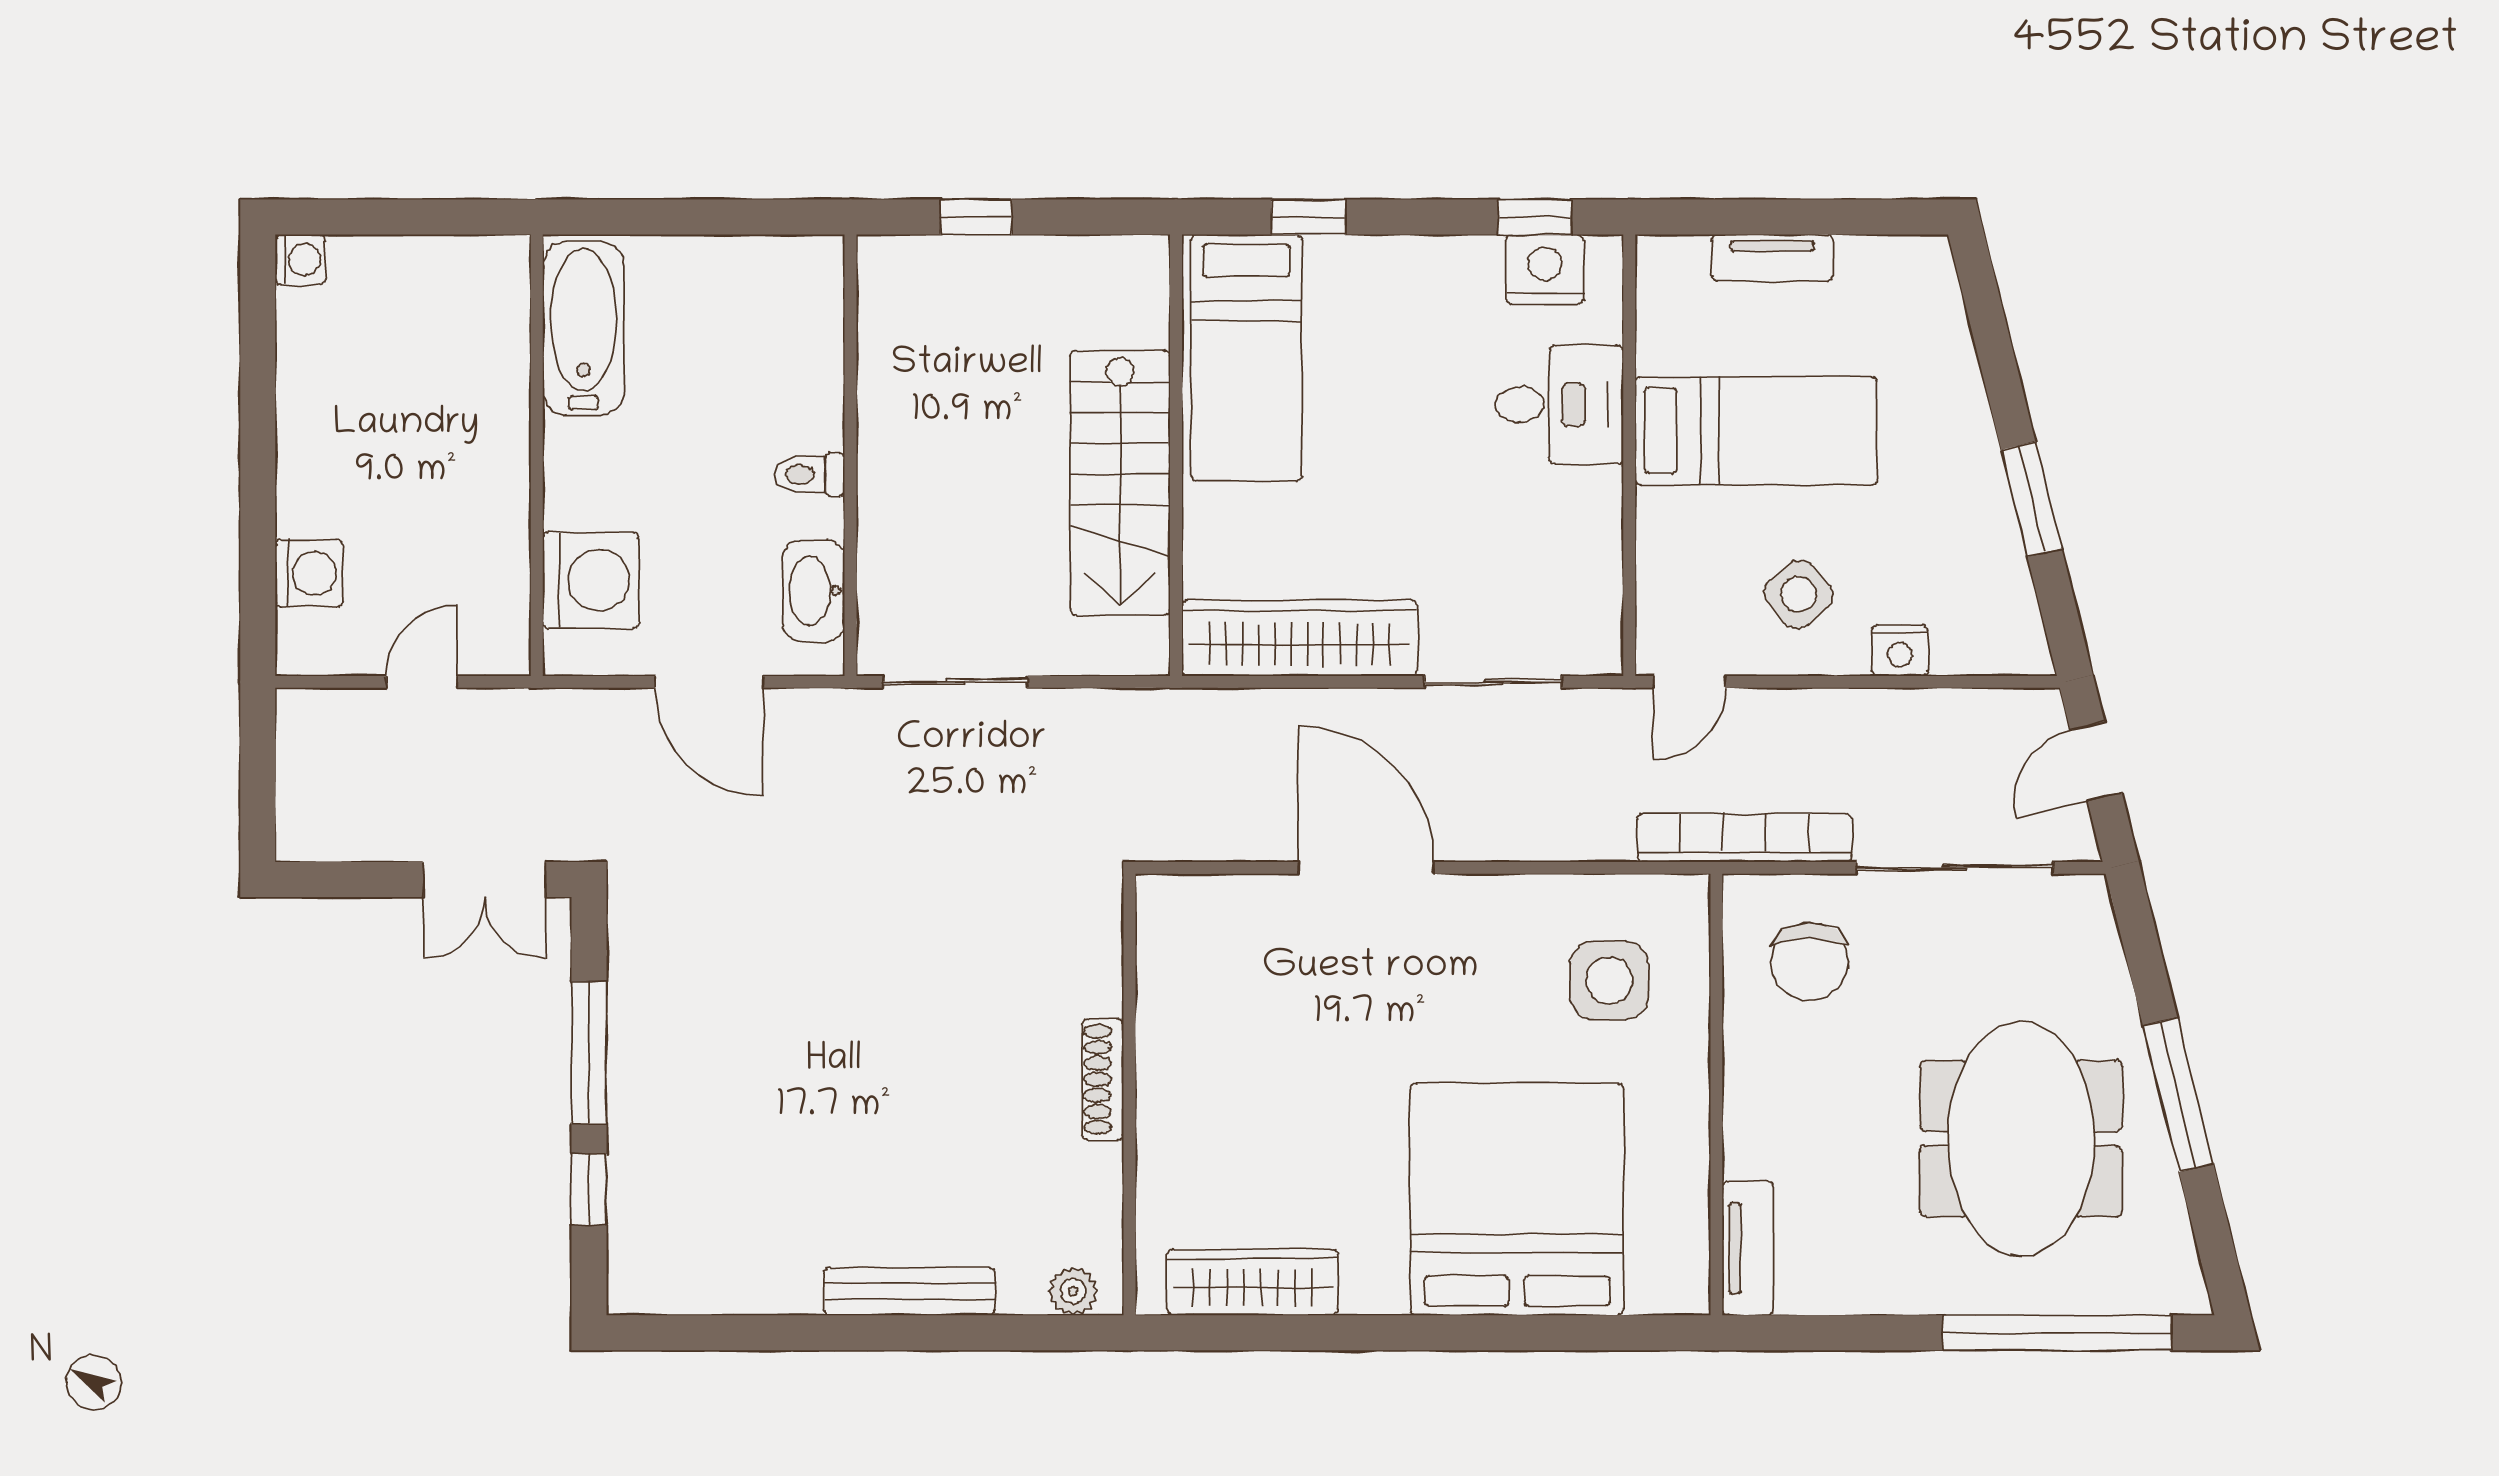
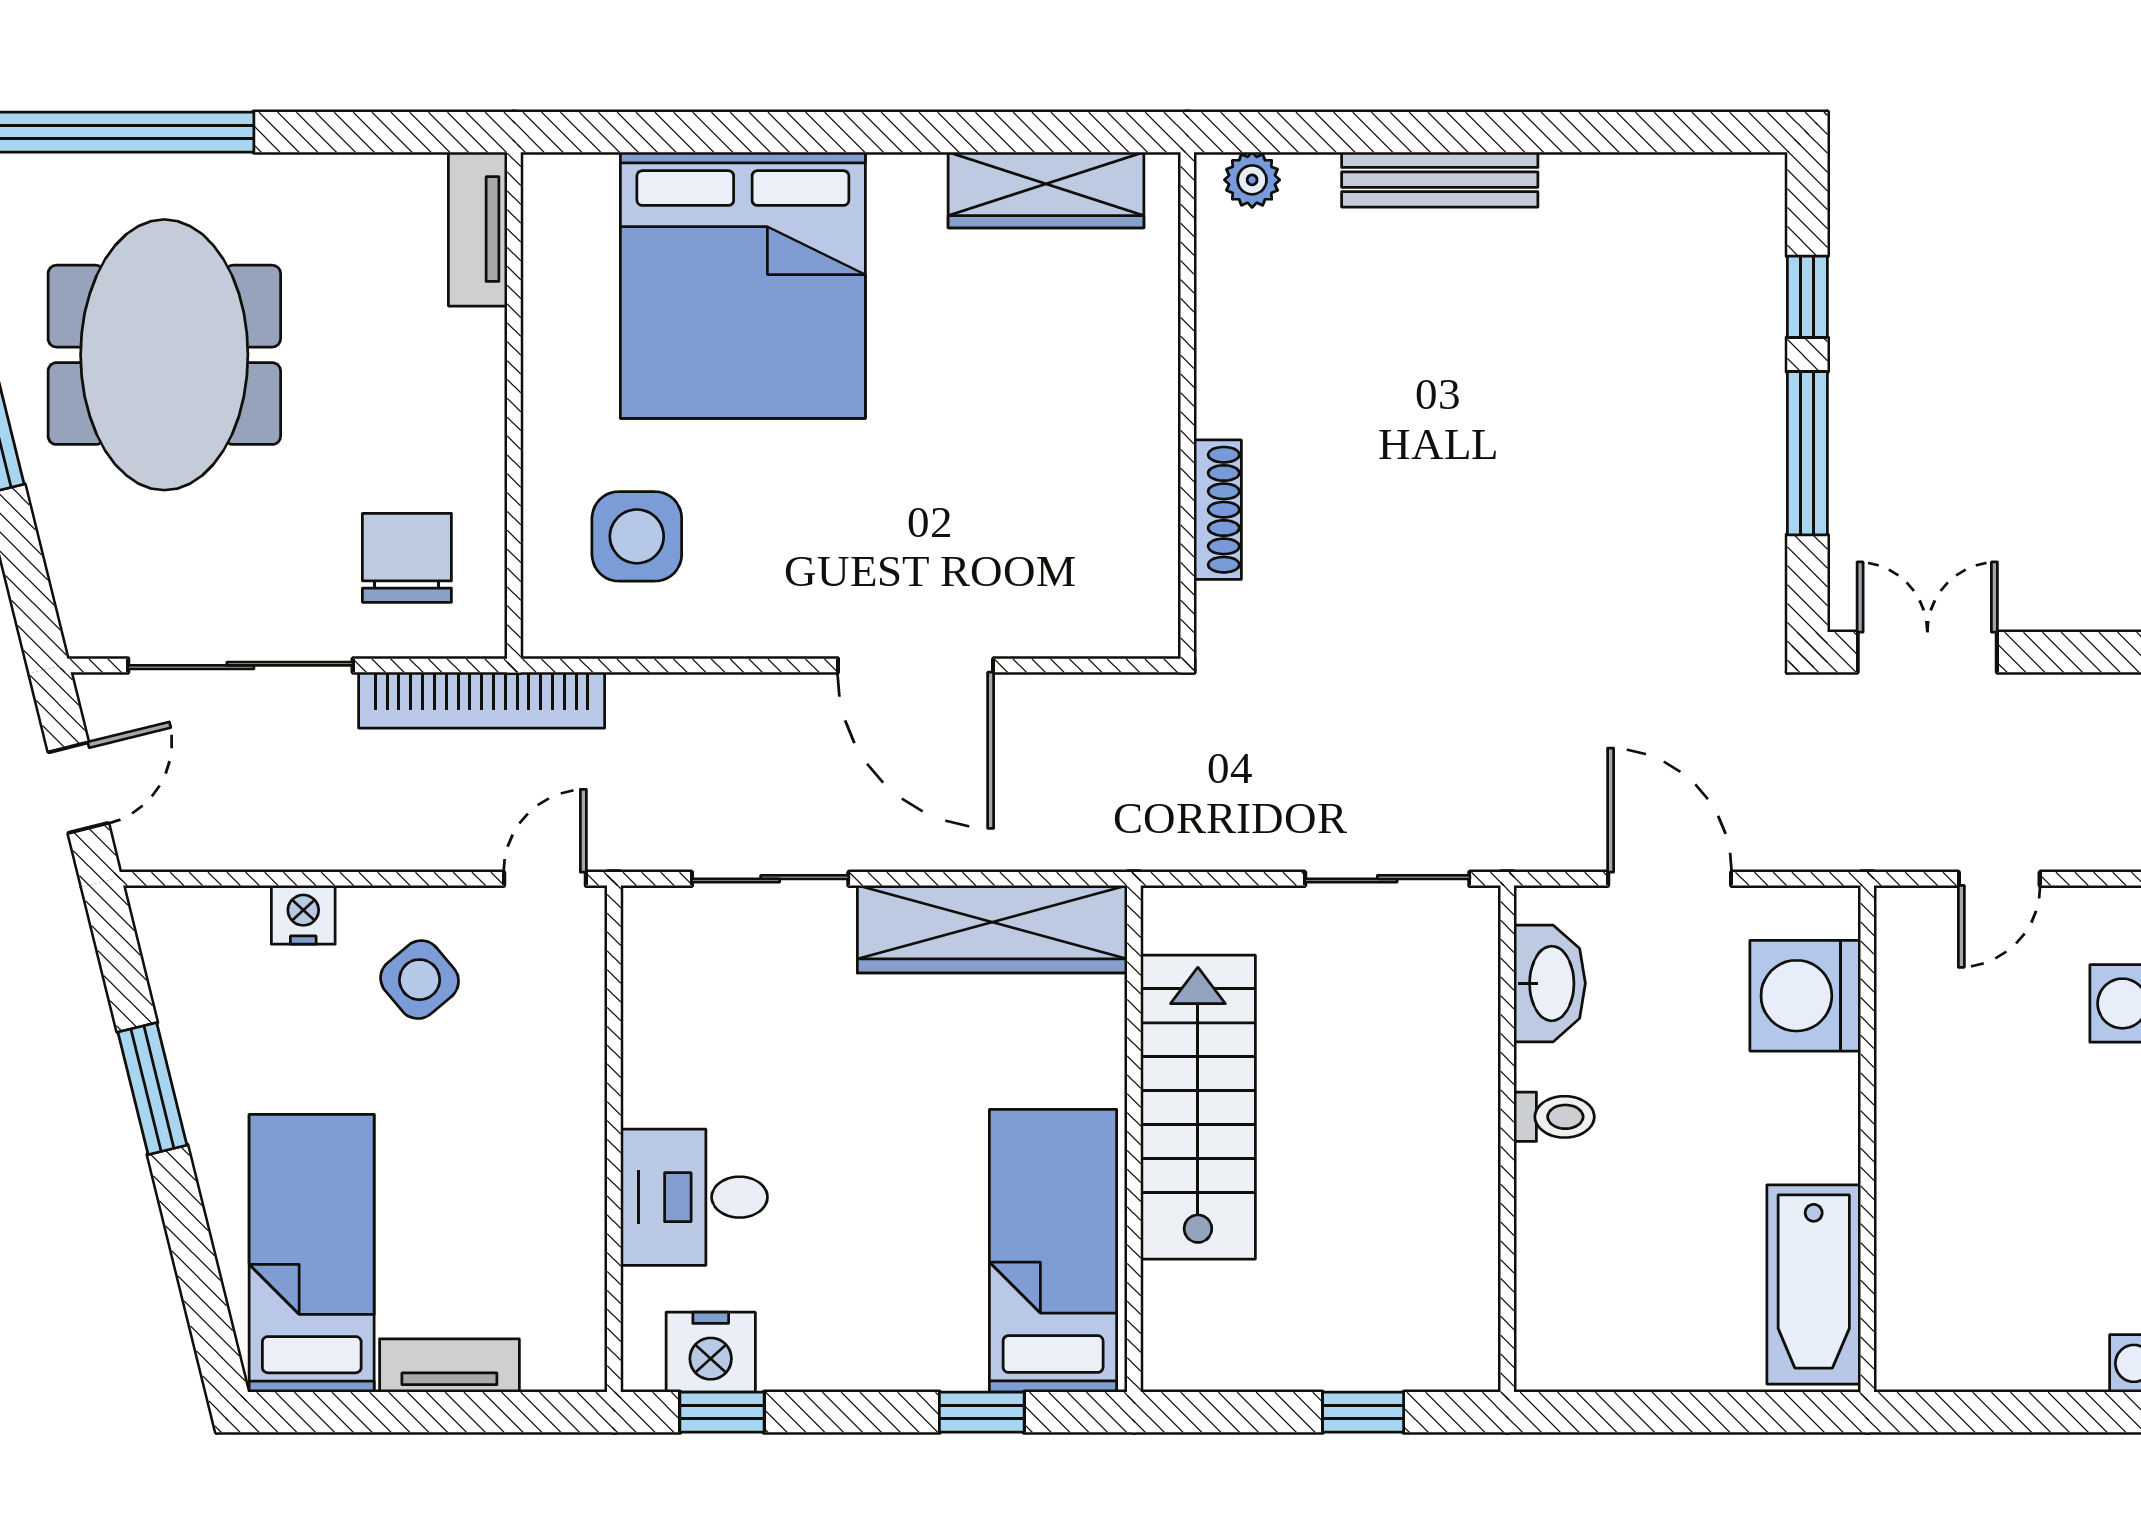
bed: (1756, 431) -> (312, 1253), moved, turned 90
shoe rack: (1103, 1079) -> (1218, 510), moved

